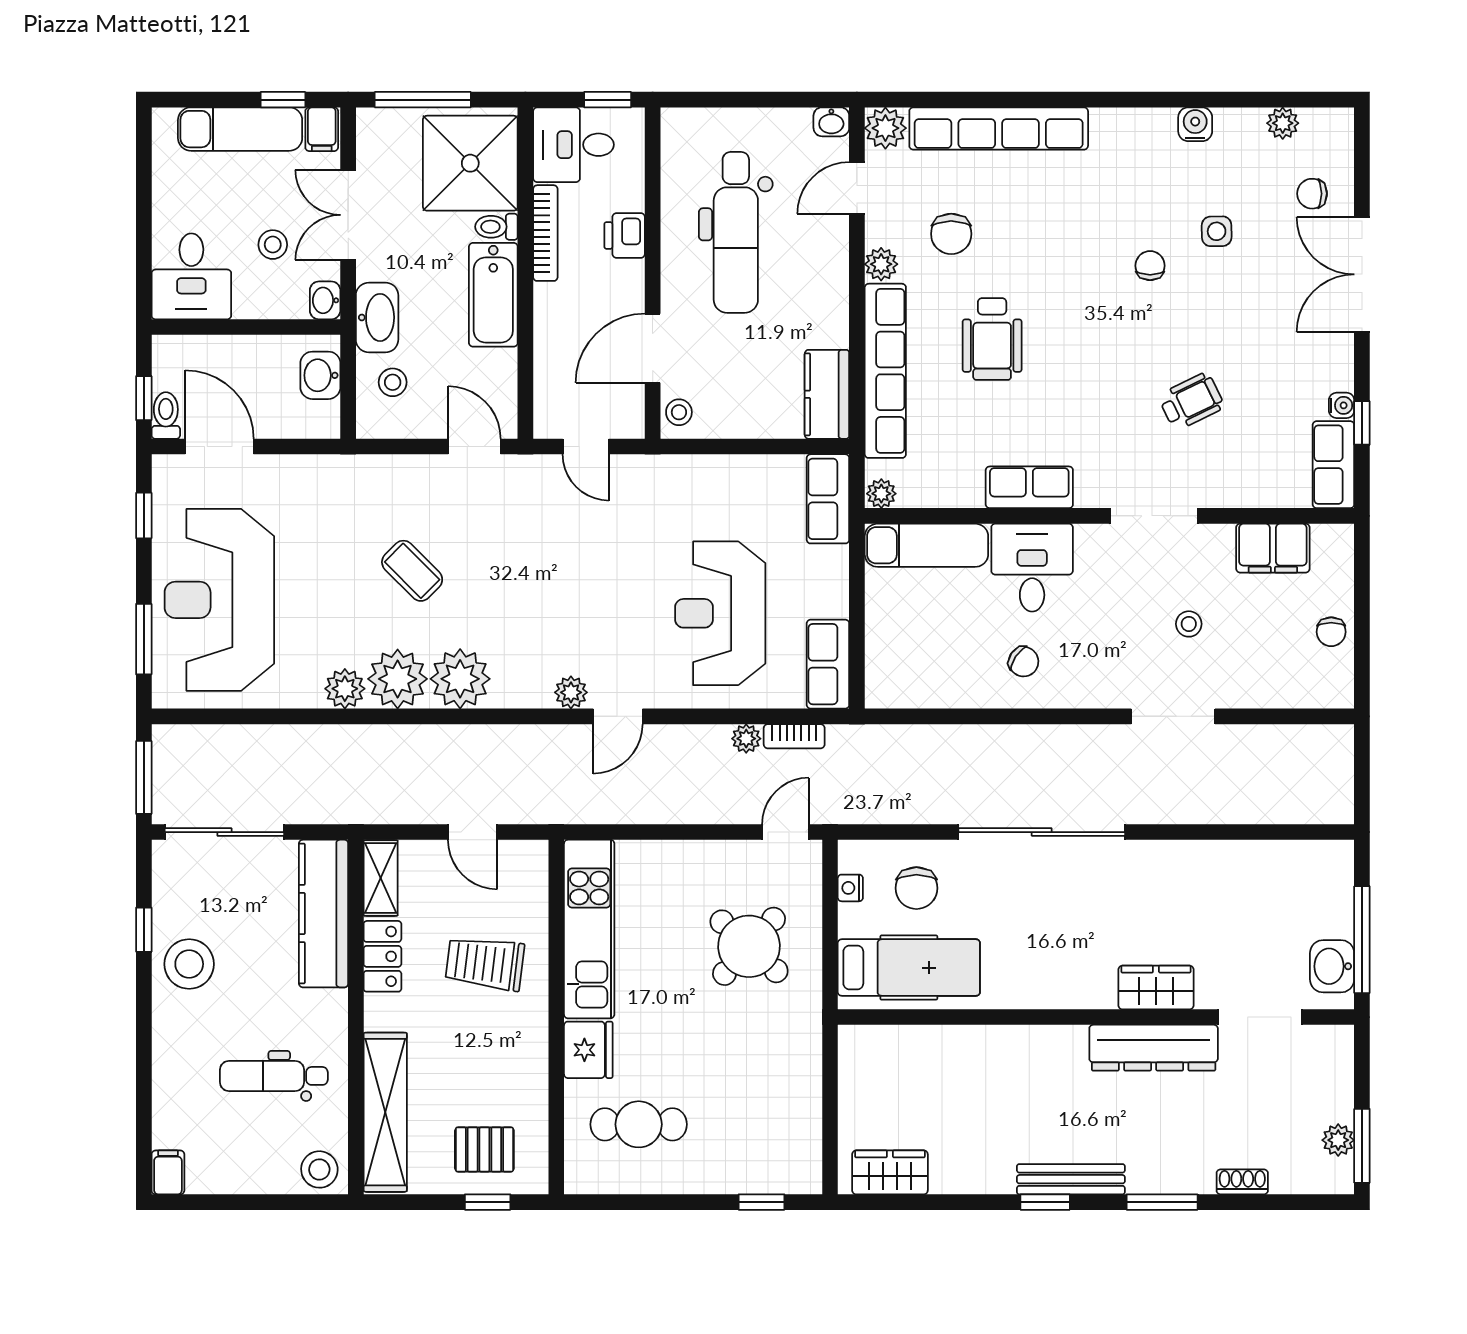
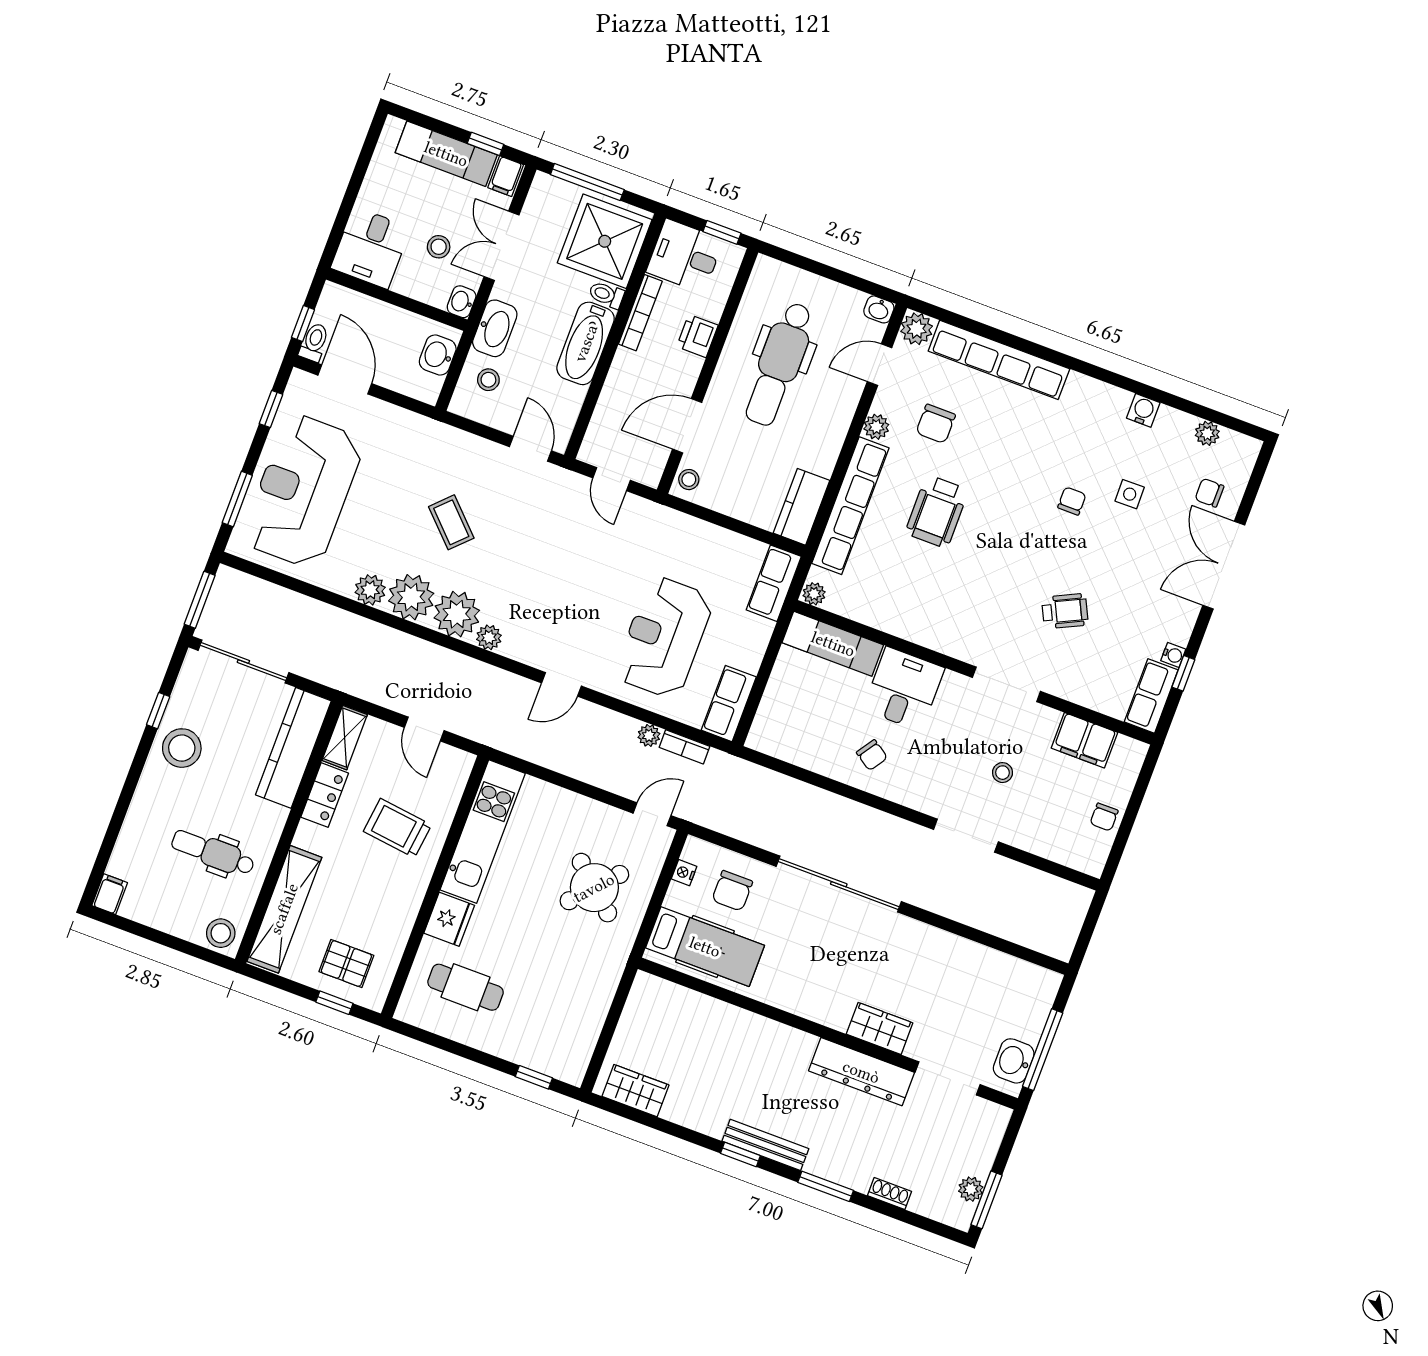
row of seats: (1029, 487) -> (924, 630), removed
plant: (571, 692) -> (489, 637), moved

